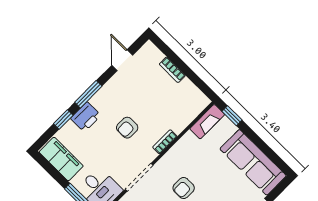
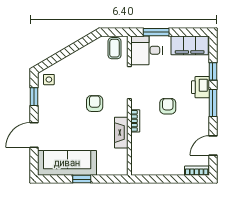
door: (122, 60) -> (213, 145), swing flipped
bookcase: (172, 70) -> (197, 171), moved
window: (232, 116) -> (82, 179), moved
fireplace: (207, 122) -> (121, 133), moved

